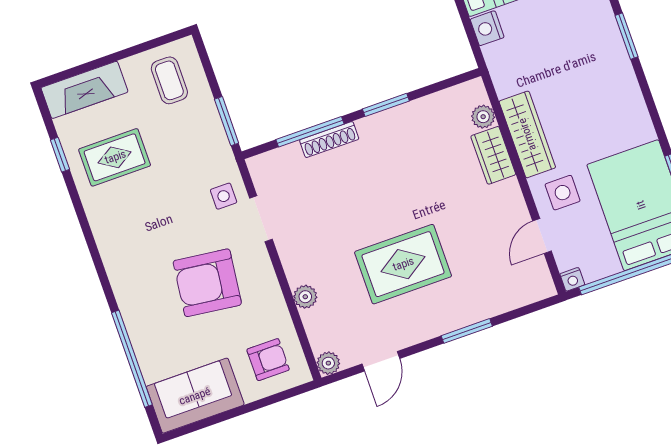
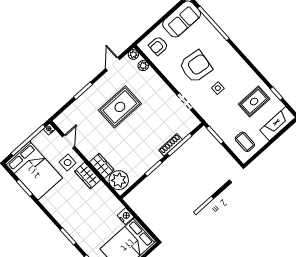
plant: (483, 117) -> (119, 180), width x1.87, depth x1.87
wardrobe: (527, 134) -> (88, 176), width x0.67
side table: (224, 196) -> (218, 88), moved
plant: (305, 297) -> (143, 66), moved

